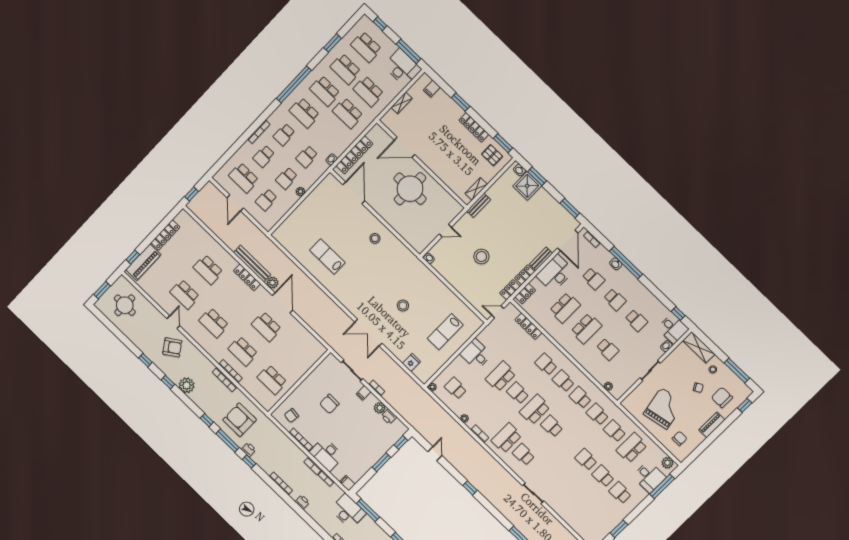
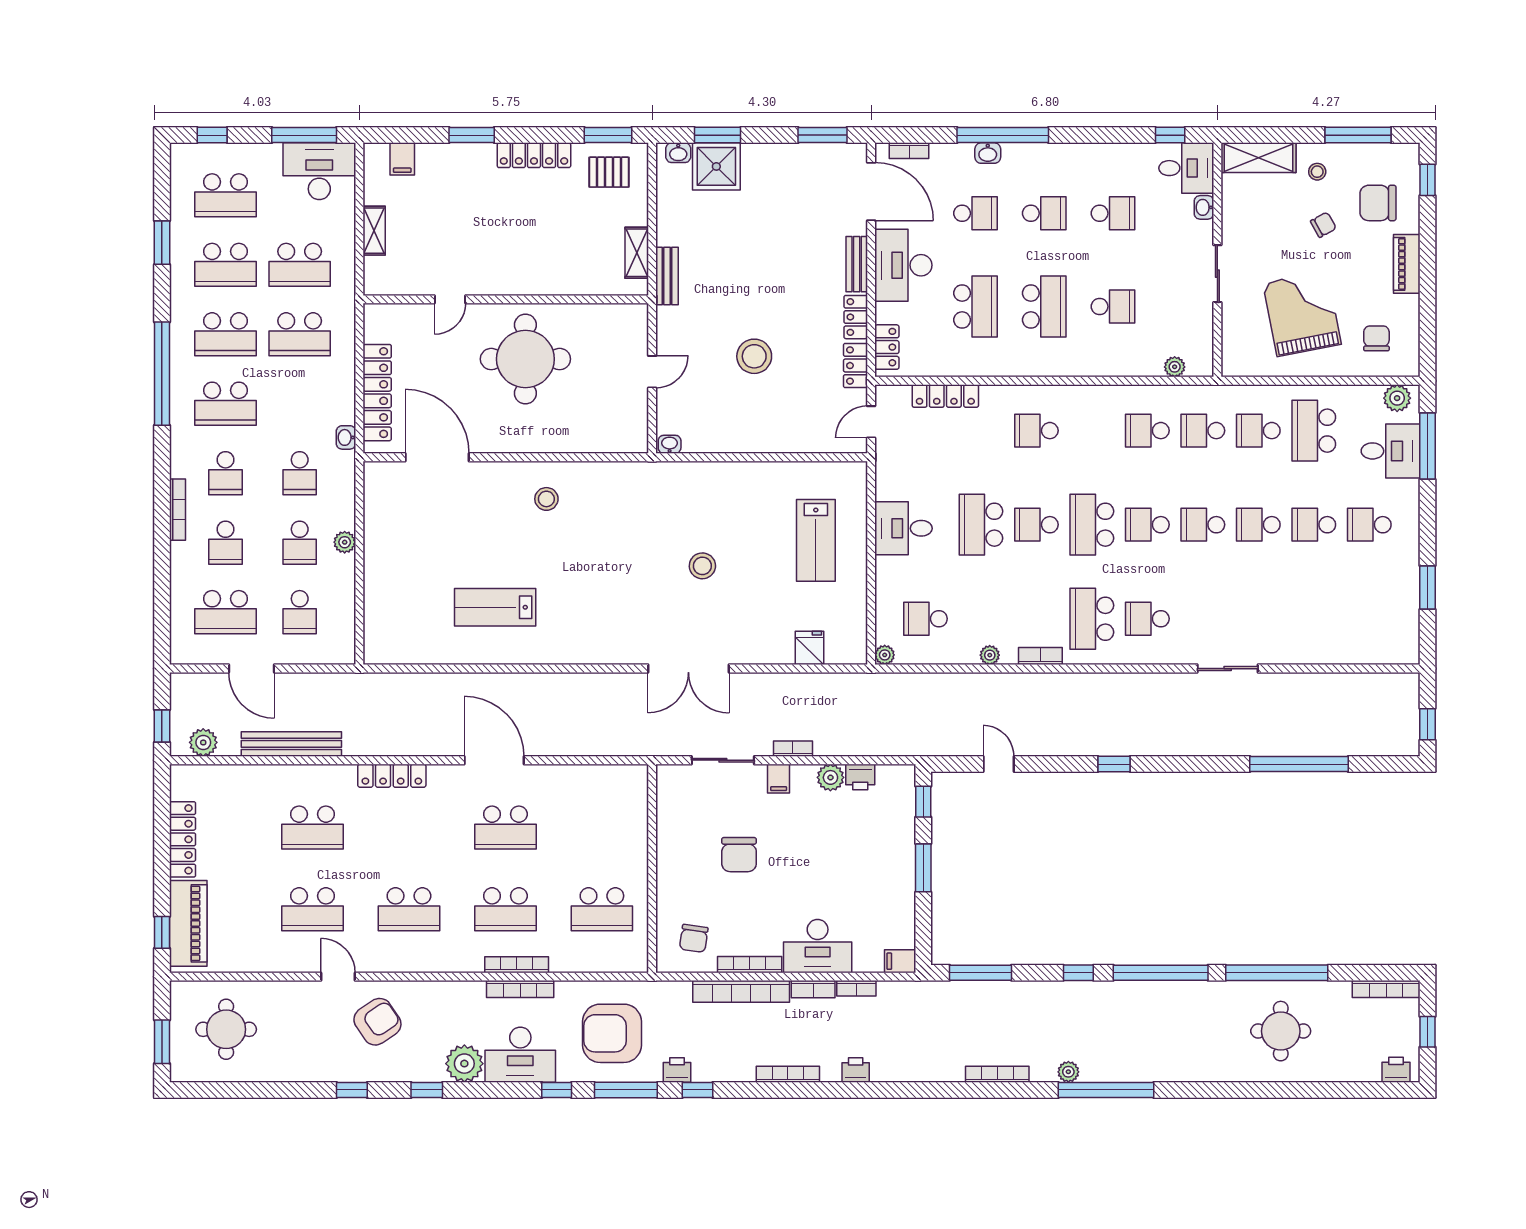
door: (405, 147) -> (450, 299), width x0.53
bench: (252, 264) -> (291, 744), moved
plant: (272, 283) -> (203, 742), moved
school desk: (563, 381) -> (1203, 525), moved
bookcase: (290, 445) -> (741, 991), added
desk: (348, 511) -> (520, 1055), moved, turned 180

